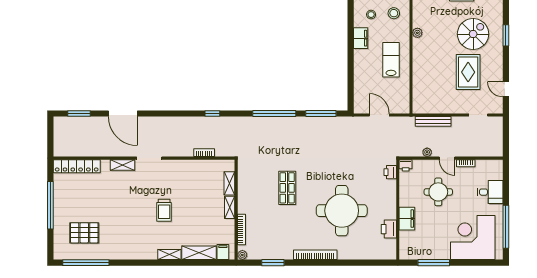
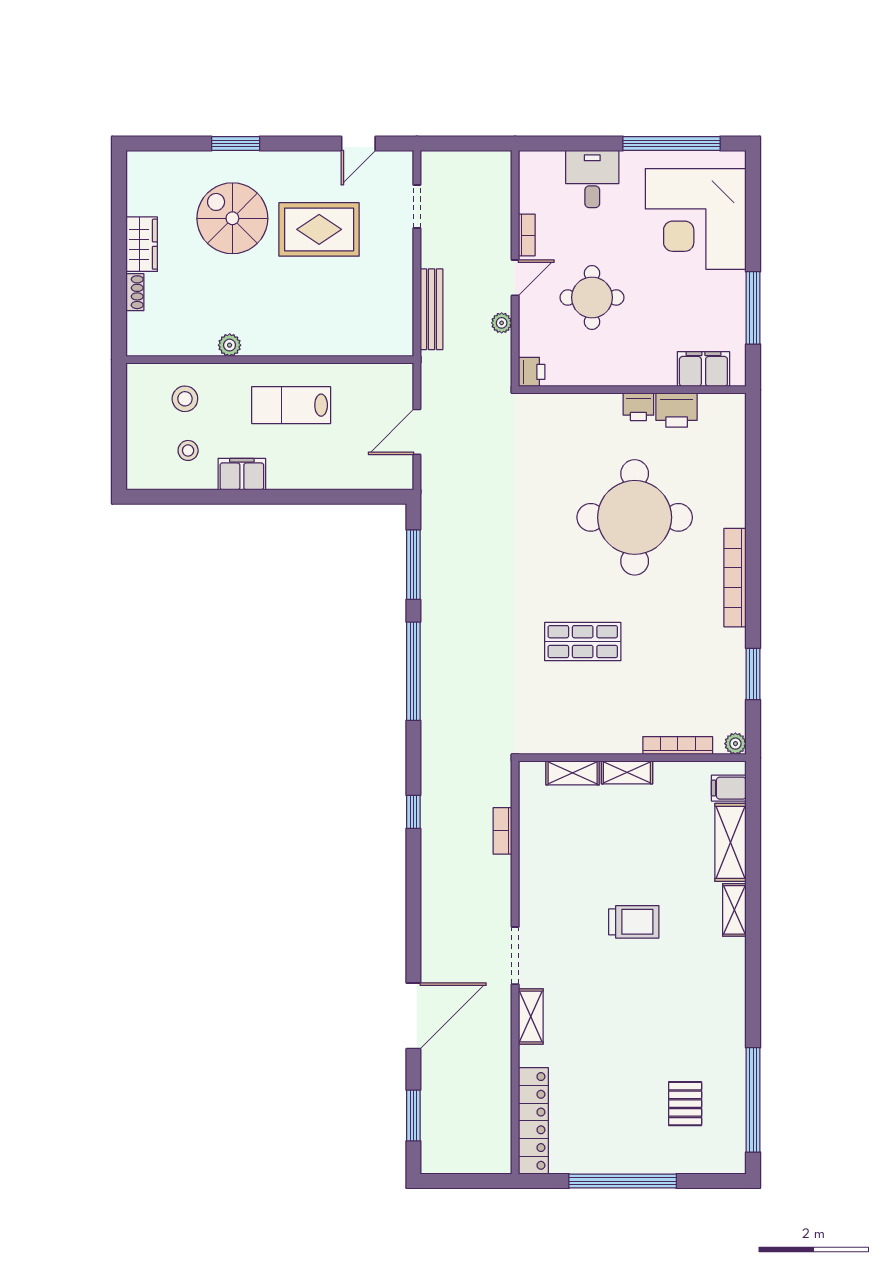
printer: (390, 172) -> (638, 407), moved
filing cabinet: (407, 219) -> (703, 369), moved
pallet: (84, 233) -> (685, 1104), width x0.67, depth x0.71

